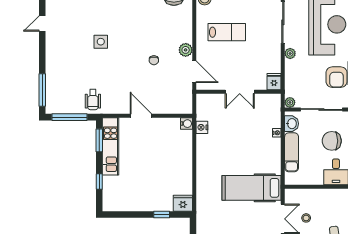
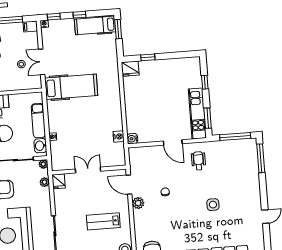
plant: (290, 53) -> (45, 182), moved
wheelchair: (93, 100) -> (198, 161), moved

